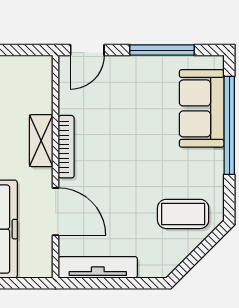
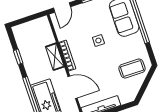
side table: (136, 138) -> (98, 41), added

